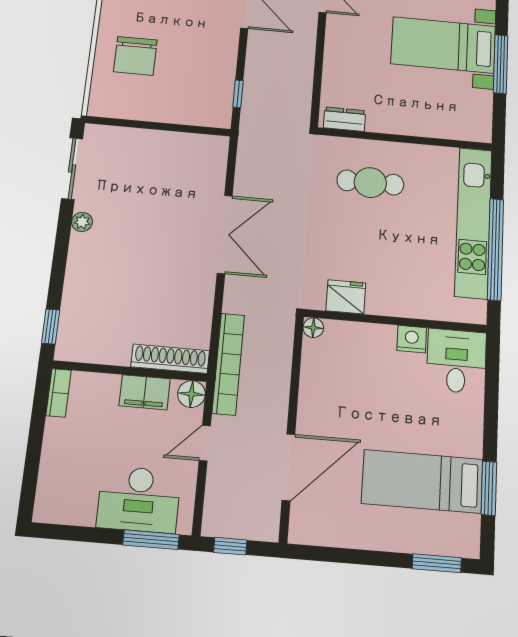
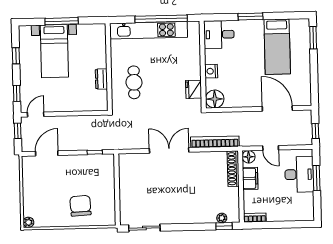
chair: (135, 56) -> (80, 206), turned -93
dresser: (344, 119) -> (101, 79), moved
plant: (82, 222) -> (222, 218), moved
floor lamp: (313, 328) -> (215, 99), width x1.89, depth x1.89
nightstand: (412, 339) -> (211, 71), moved
bookcase: (228, 364) -> (215, 142), moved
window: (489, 488) -> (250, 17), moved
window: (151, 540) -> (317, 178), moved

